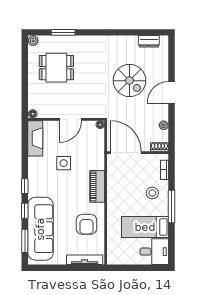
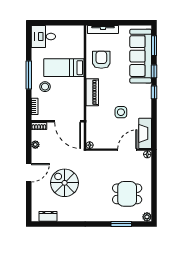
door: (70, 119) -> (127, 150), moved
bed: (145, 227) -> (64, 68), moved, turned 180

